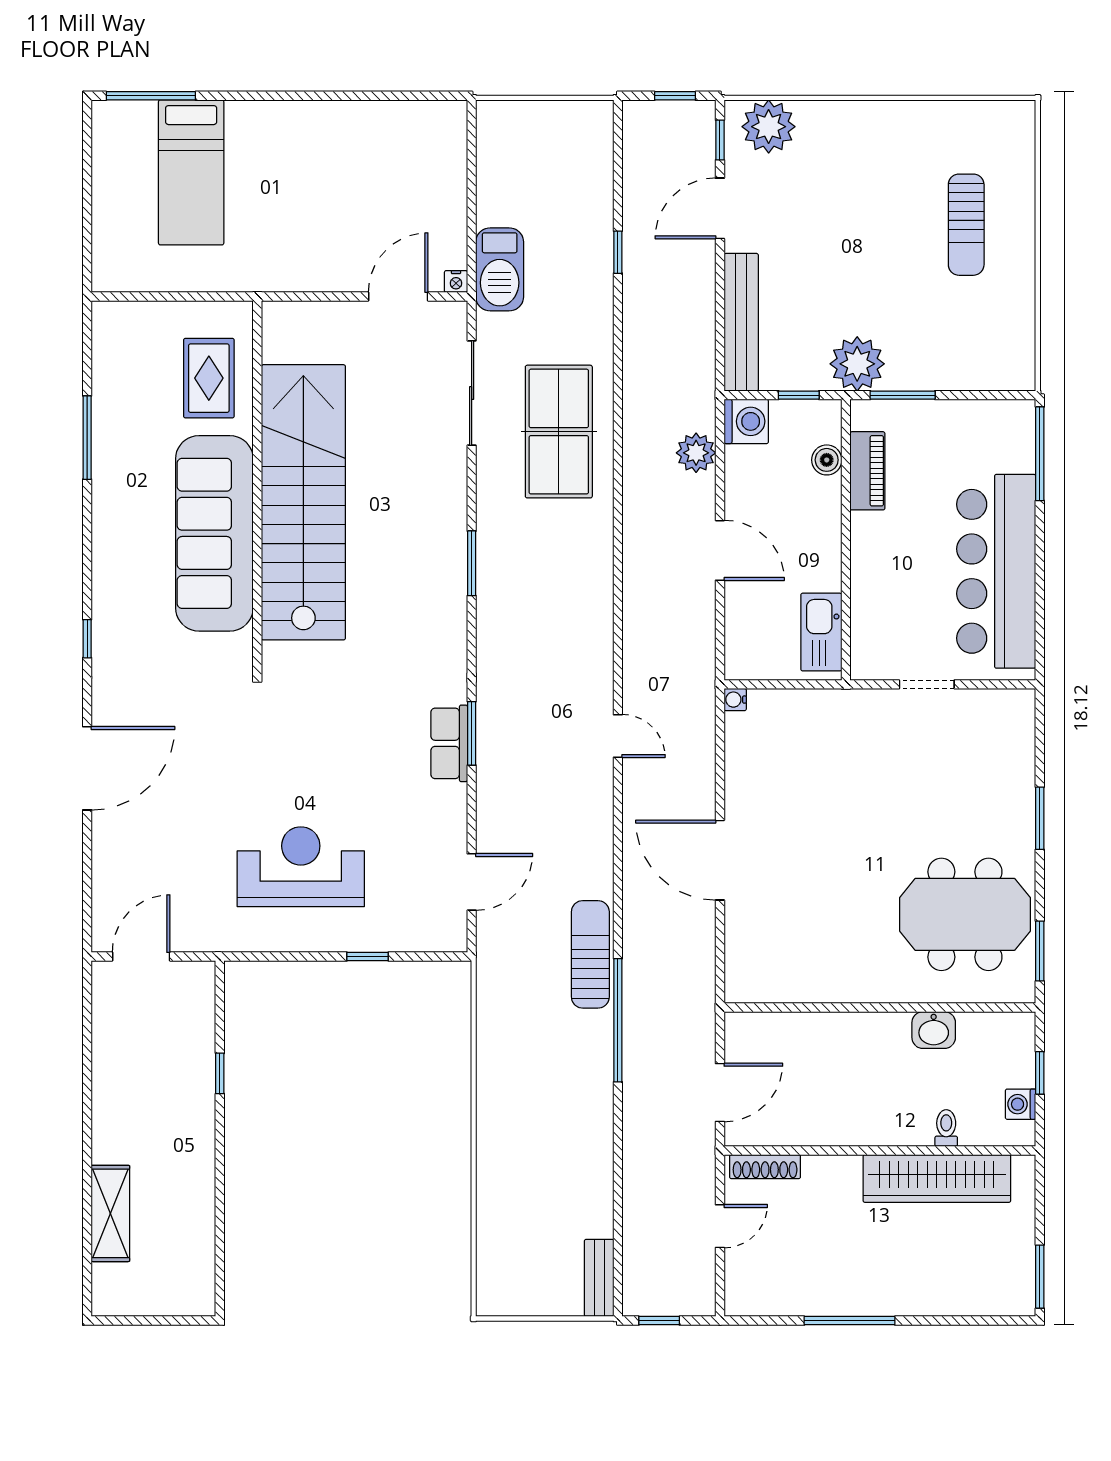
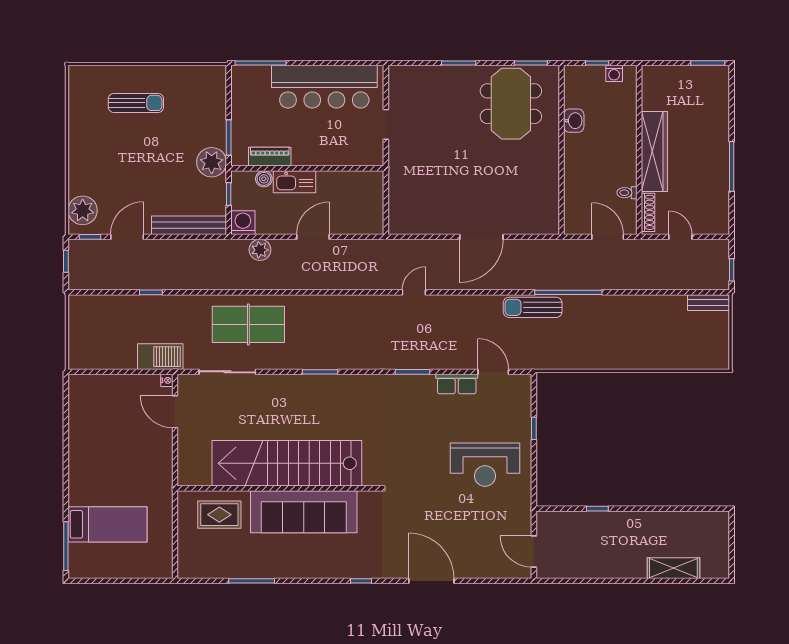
door: (720, 208) -> (127, 237), swing flipped
kitchen sink: (821, 632) -> (295, 182), moved
water cooler: (735, 700) -> (394, 229), removed
row of seats: (449, 743) -> (457, 384), moved
reception desk: (301, 867) -> (485, 465), turned -90
toilet: (946, 1128) -> (627, 193), moved
wardrobe: (937, 1178) -> (654, 151), moved

